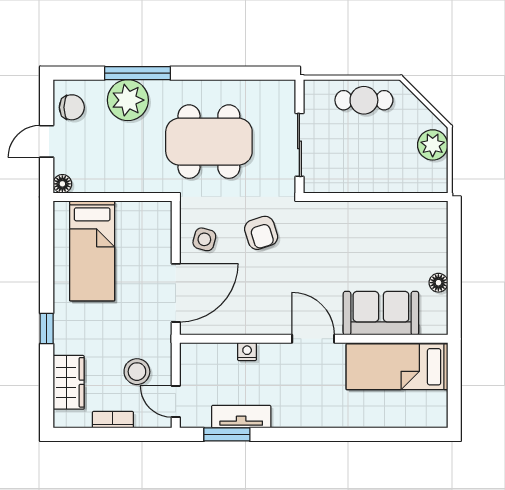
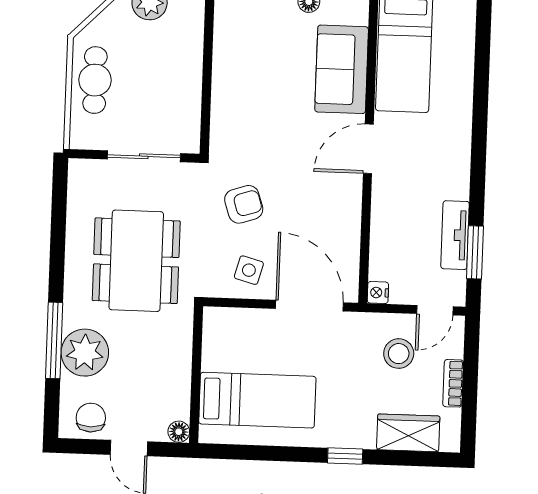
nightstand: (247, 352) -> (378, 293), moved

